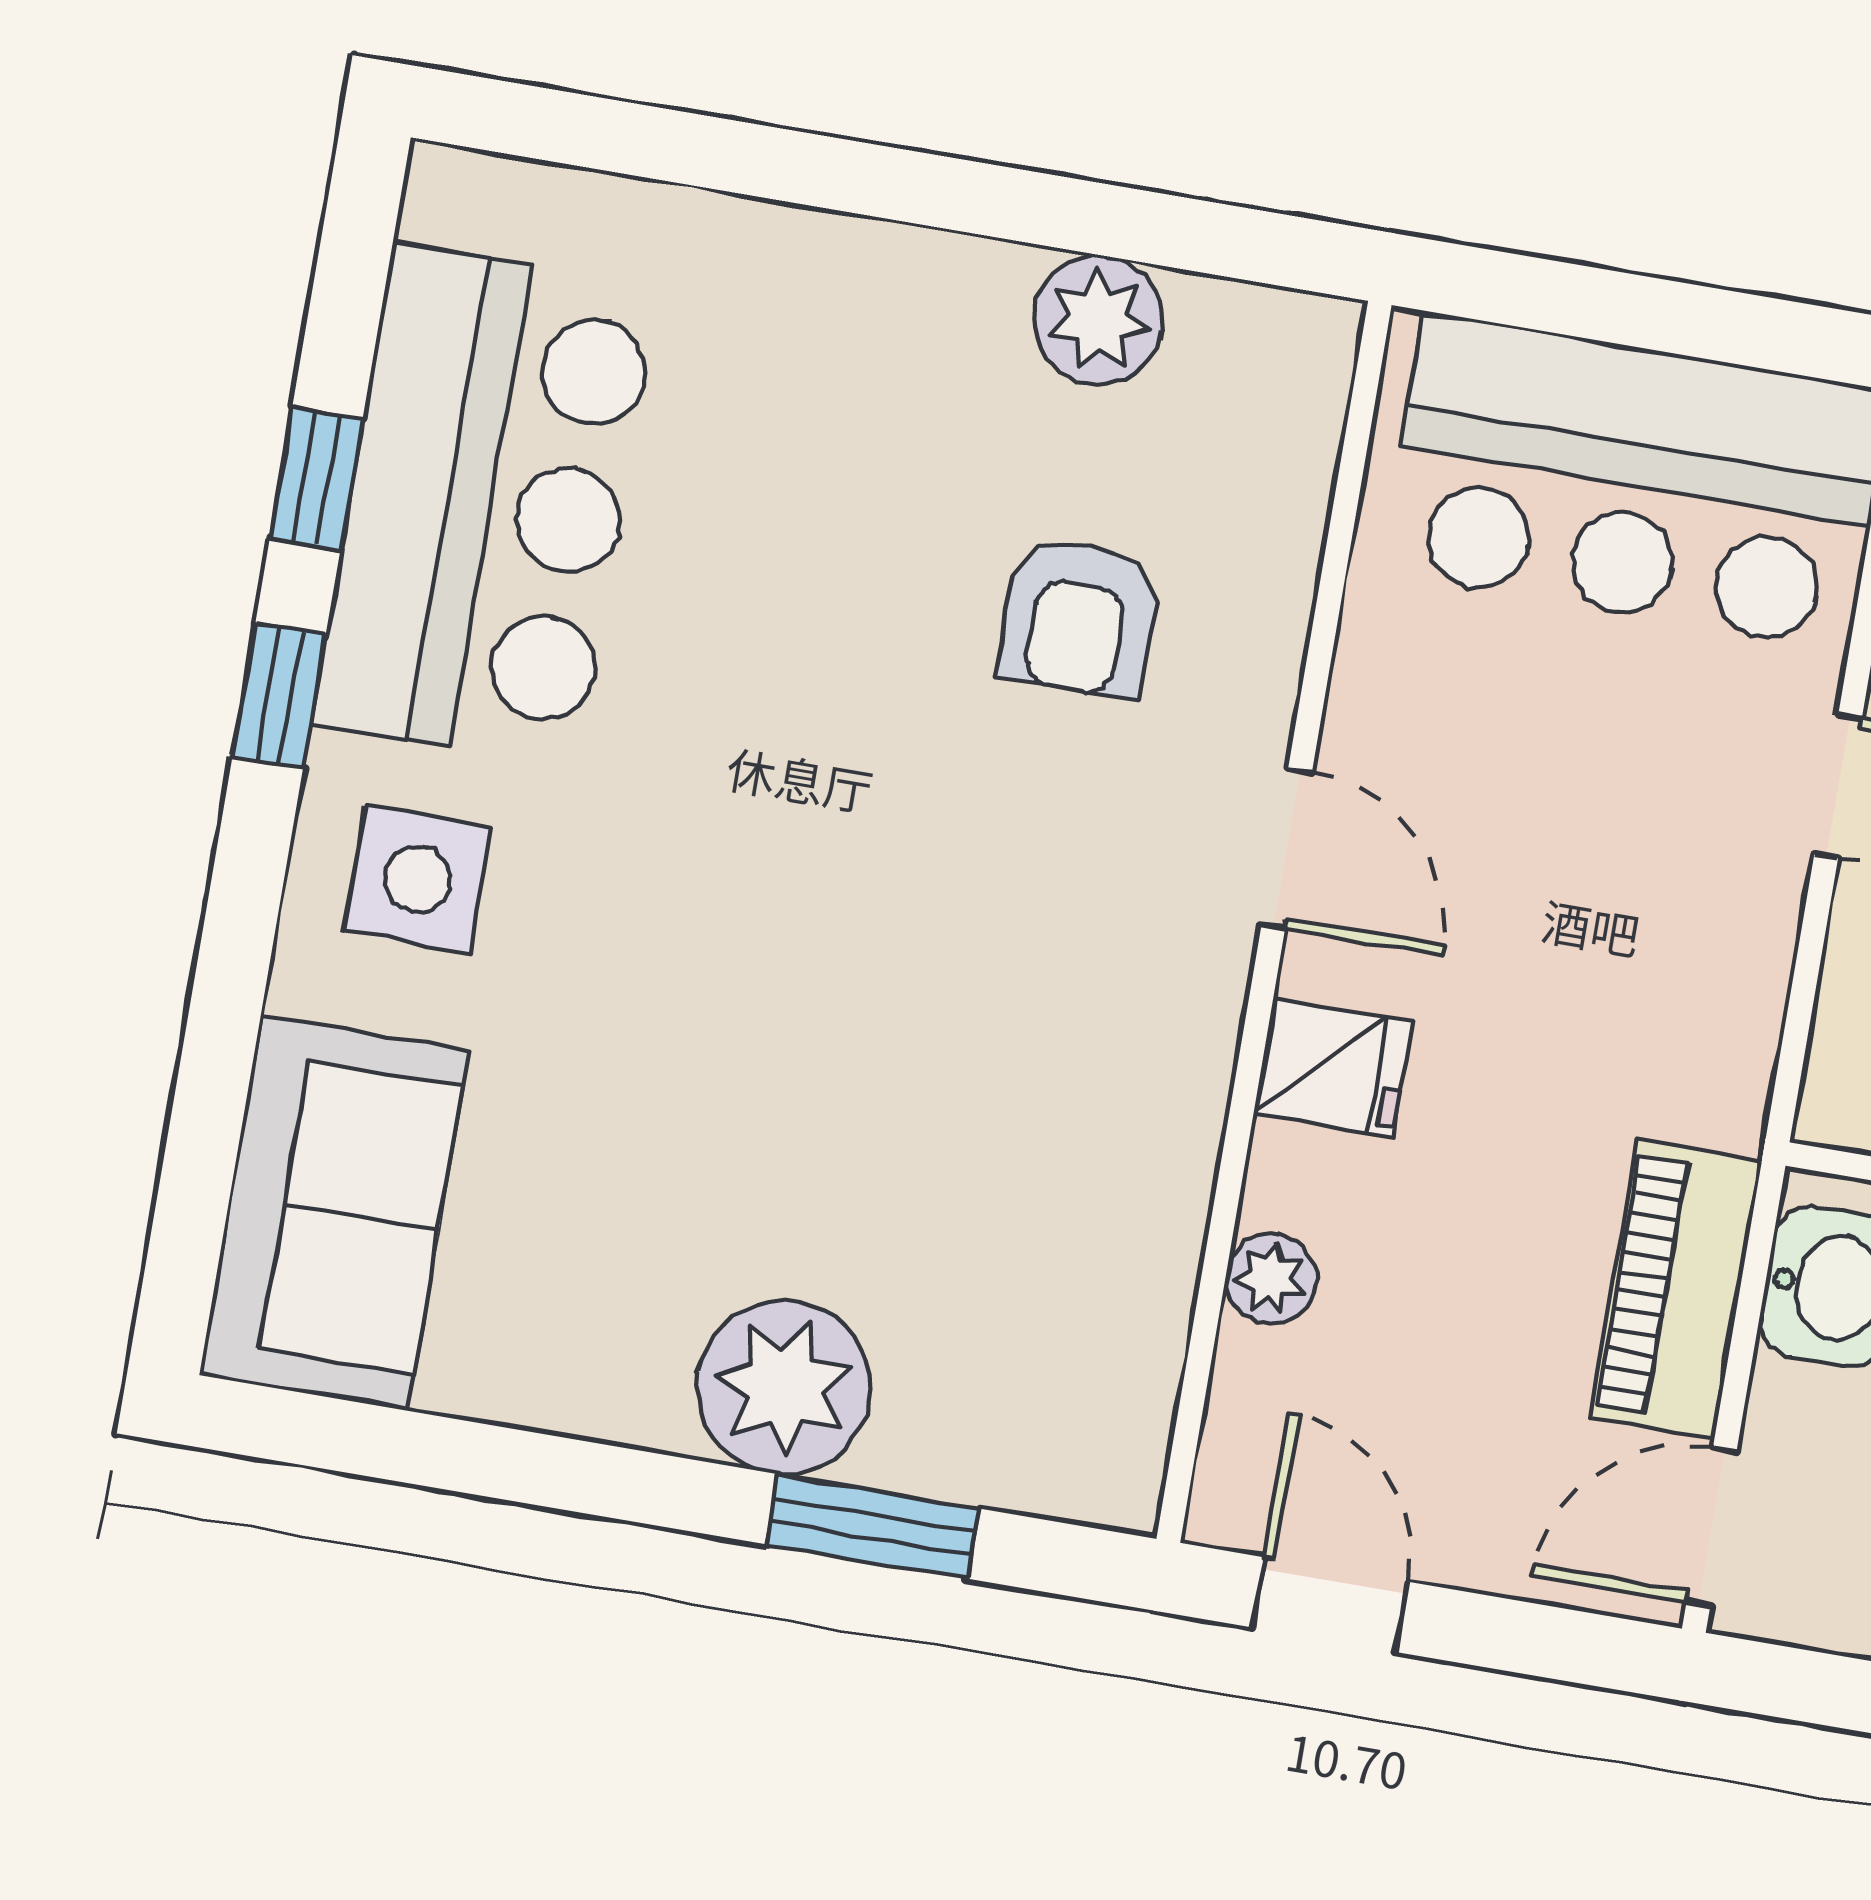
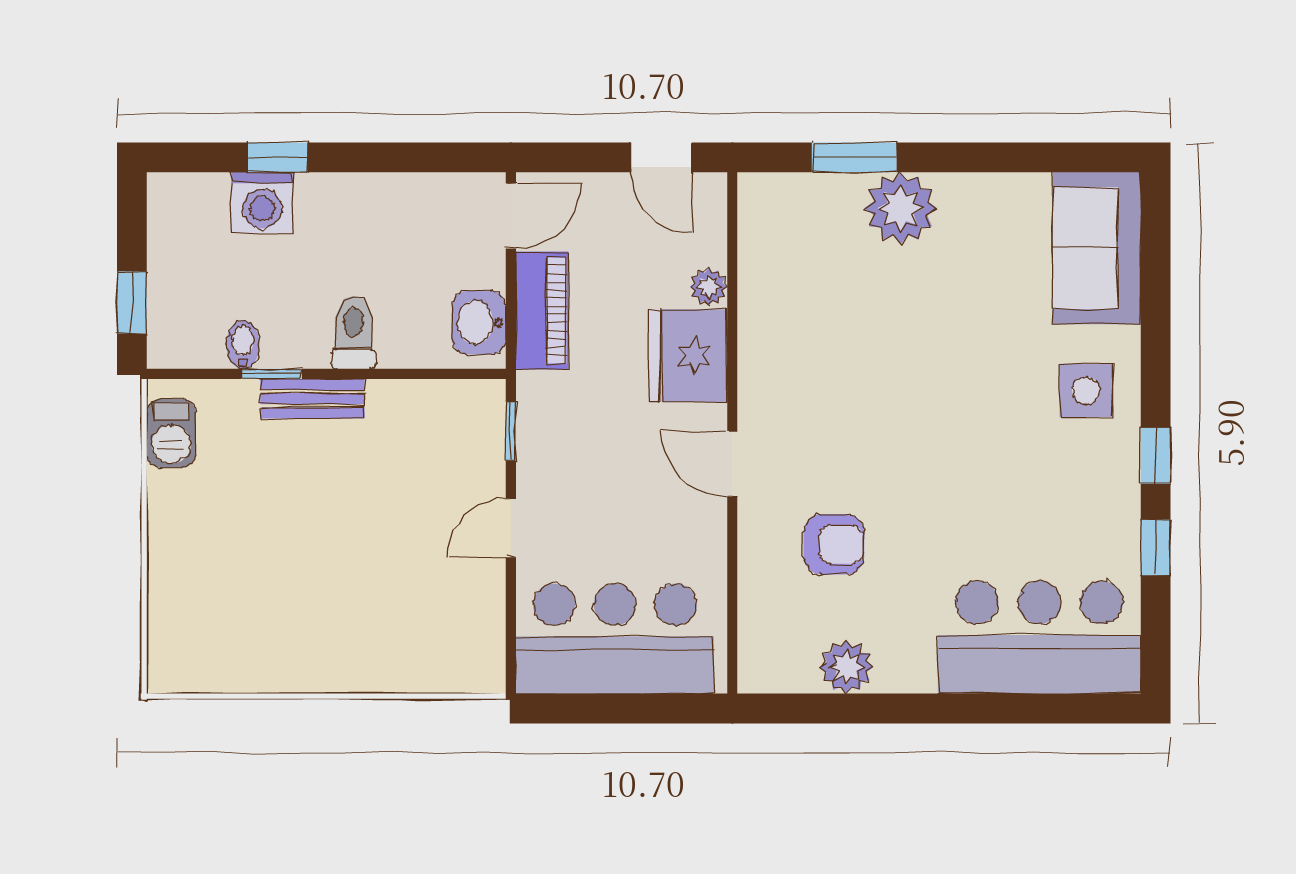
bar counter: (485, 506) -> (1039, 637), moved, turned 90
armchair: (1078, 617) -> (834, 544), turned 90
window: (1799, 1016) -> (511, 431), added
fridge: (1333, 1068) -> (688, 356), width x1.88, depth x1.34

